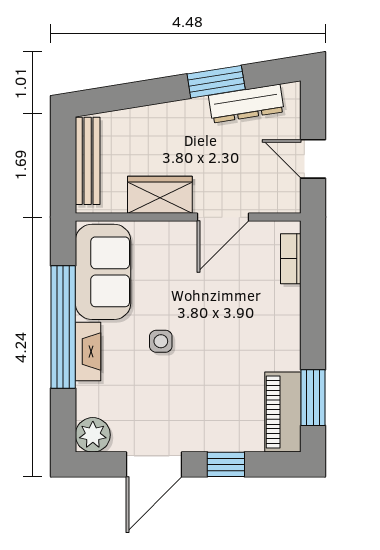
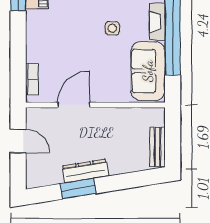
dresser: (246, 104) -> (85, 171), moved
bench: (88, 161) -> (158, 147), width x0.73
wardrobe: (160, 195) -> (113, 119), removed

